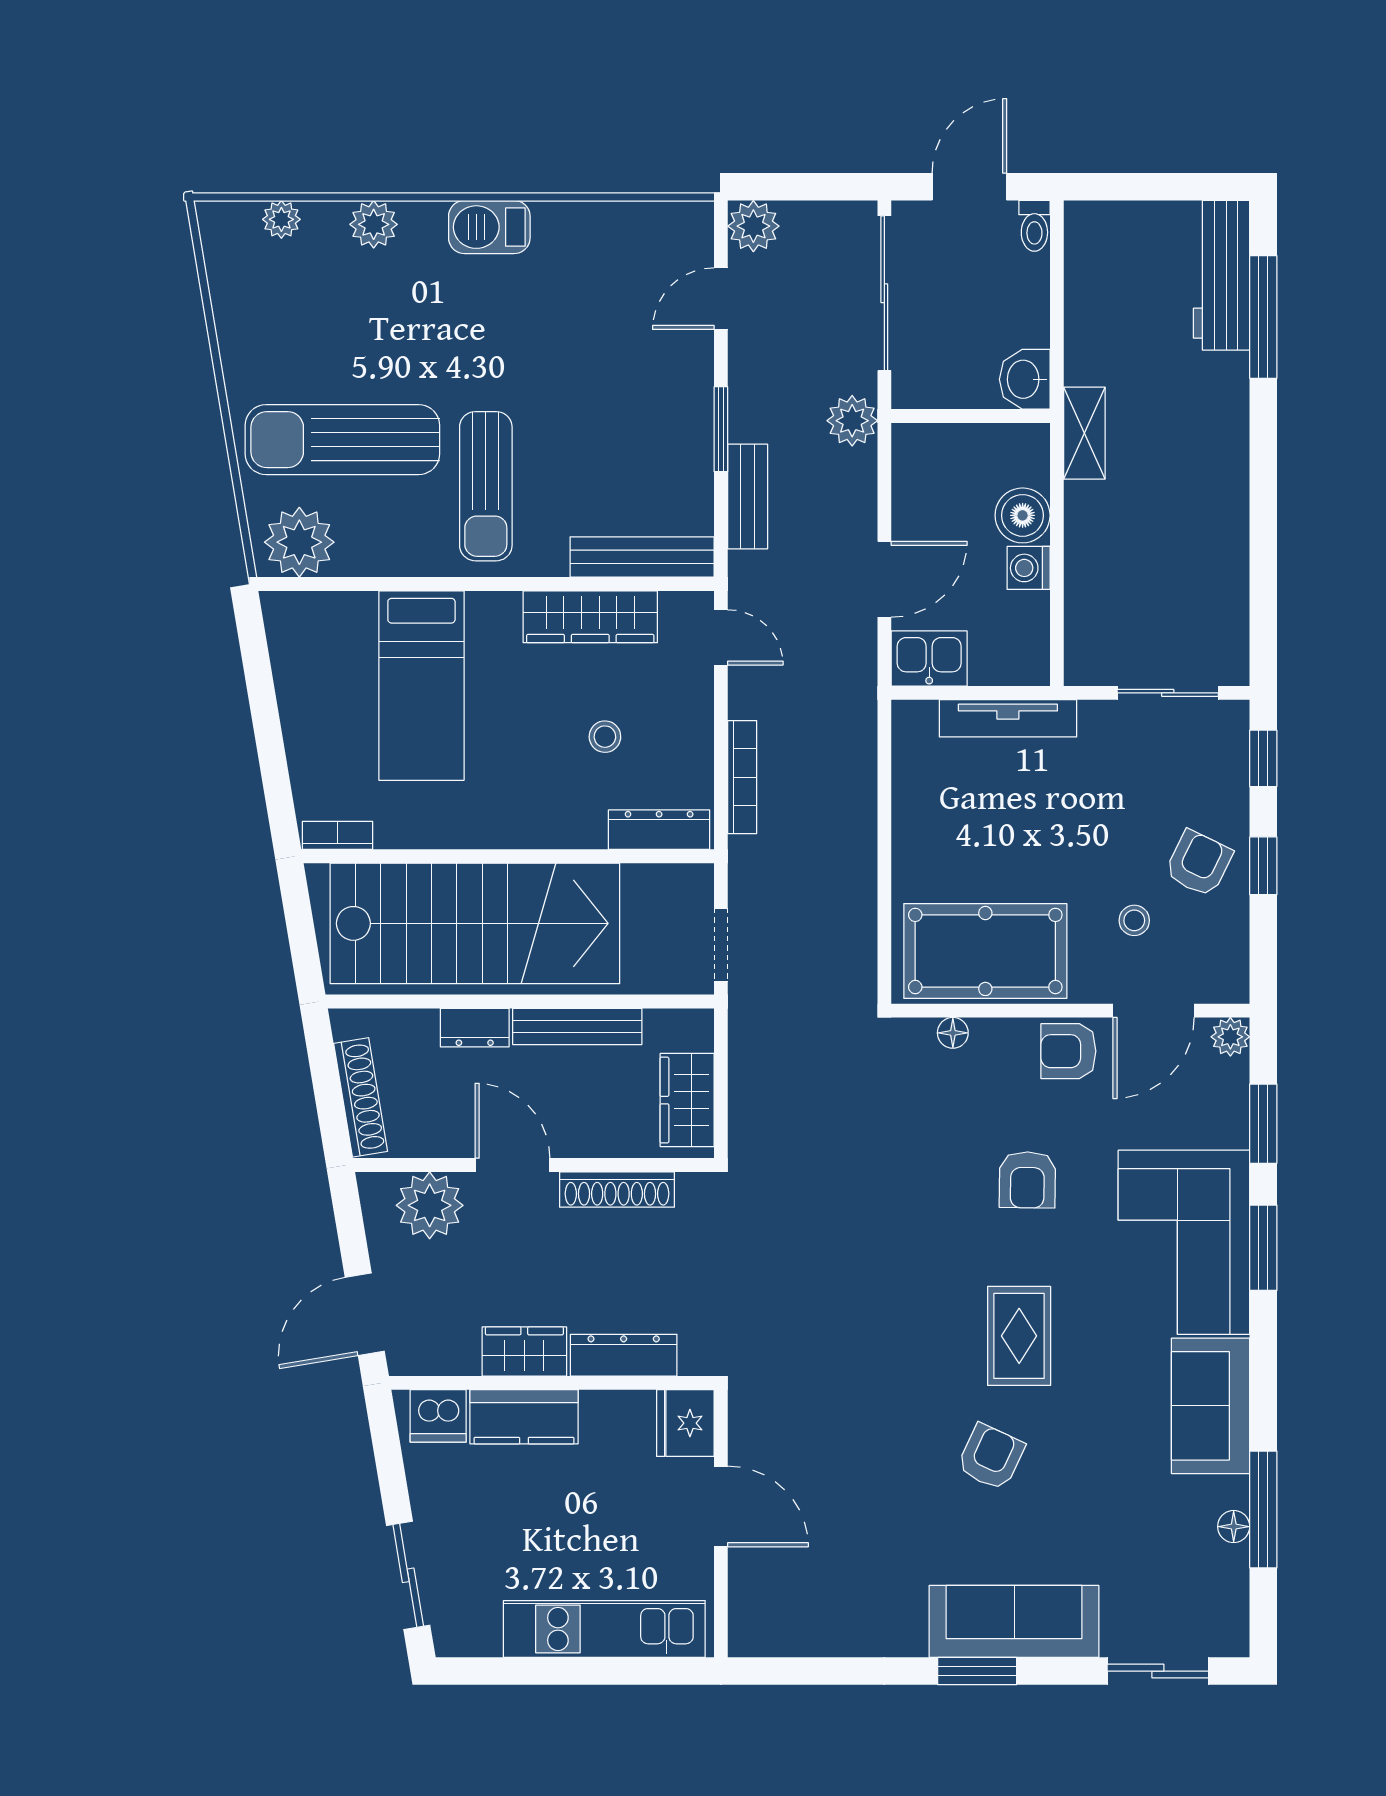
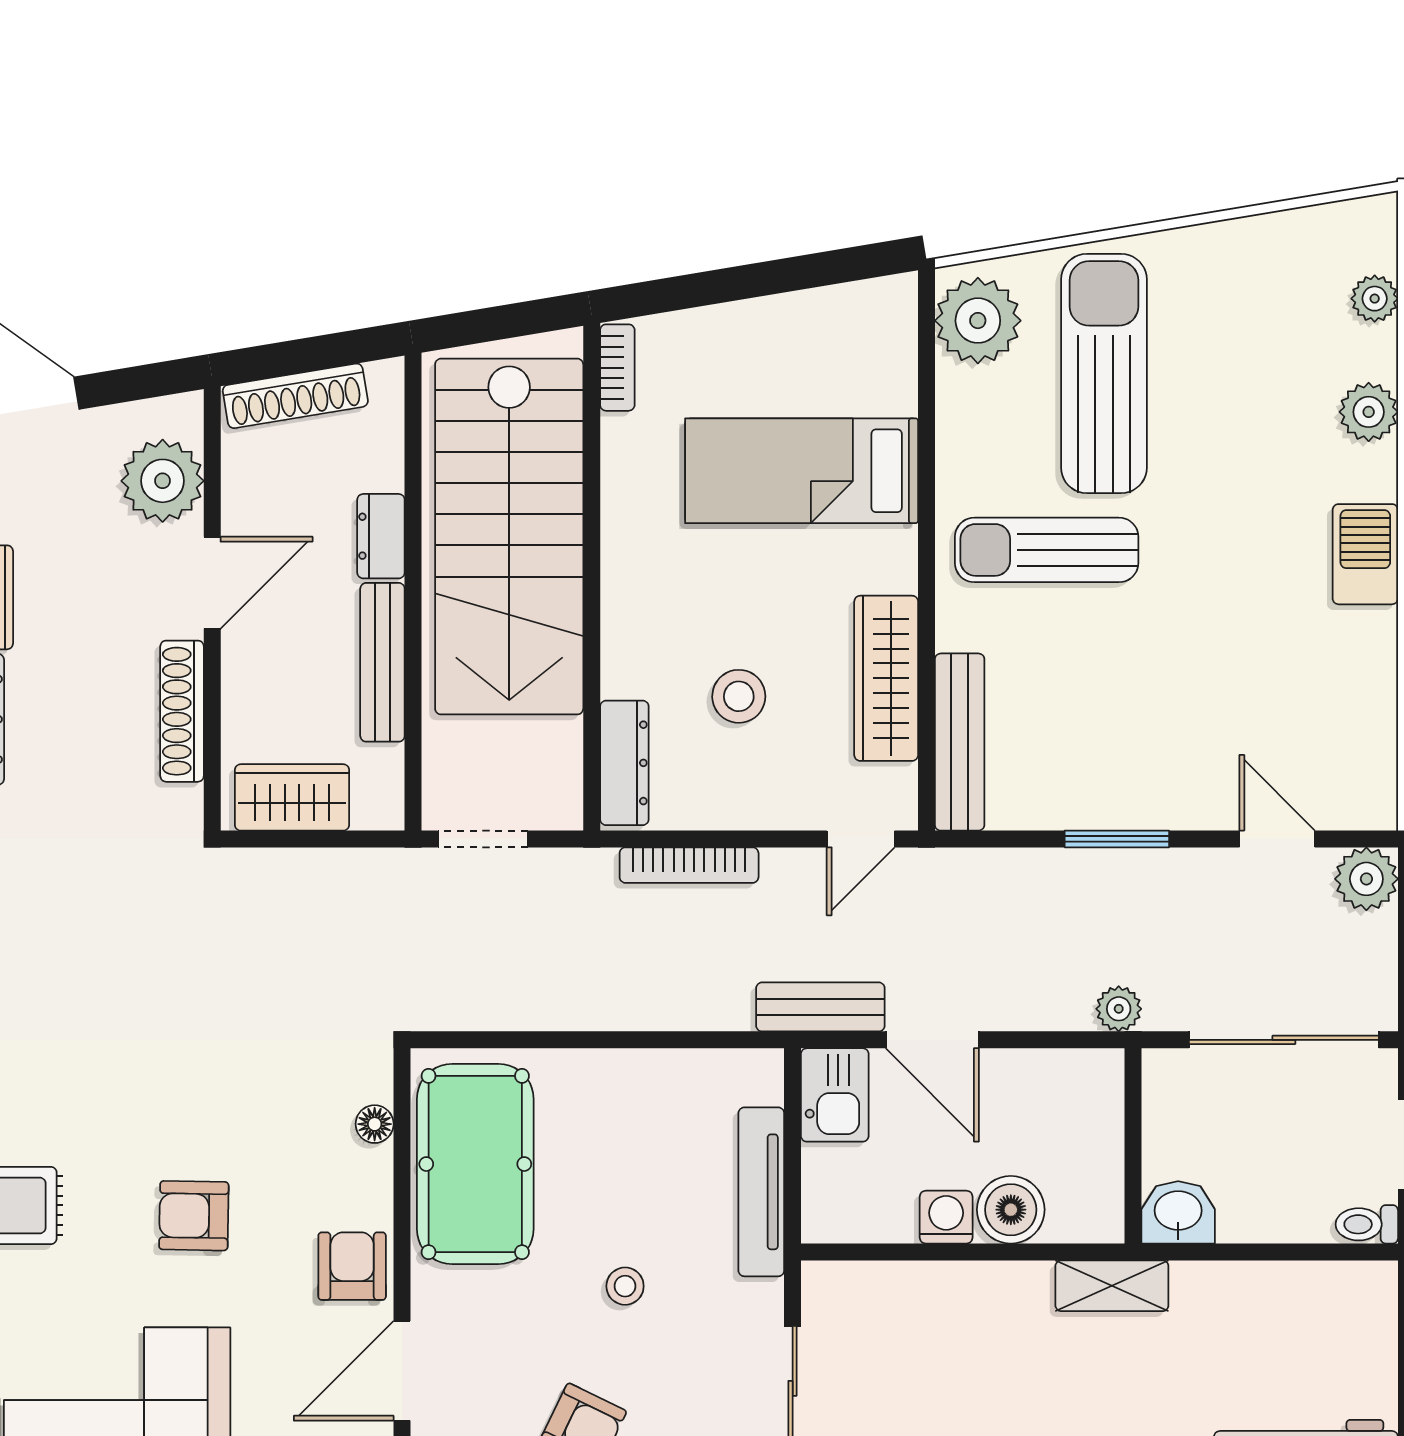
plant: (852, 421) -> (1119, 1009), width x0.73, depth x0.73
bench: (748, 497) -> (820, 1007), moved
stool: (605, 737) -> (739, 696), width x1.37, depth x1.37
stool: (1134, 920) -> (625, 1286), moved
door: (1154, 1011) -> (402, 1371), hinge flipped

